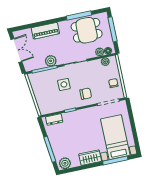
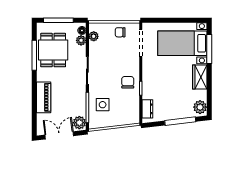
plant: (51, 61) -> (79, 123), moved
side table: (64, 84) -> (103, 105), moved
chair: (86, 94) -> (128, 82), moved

